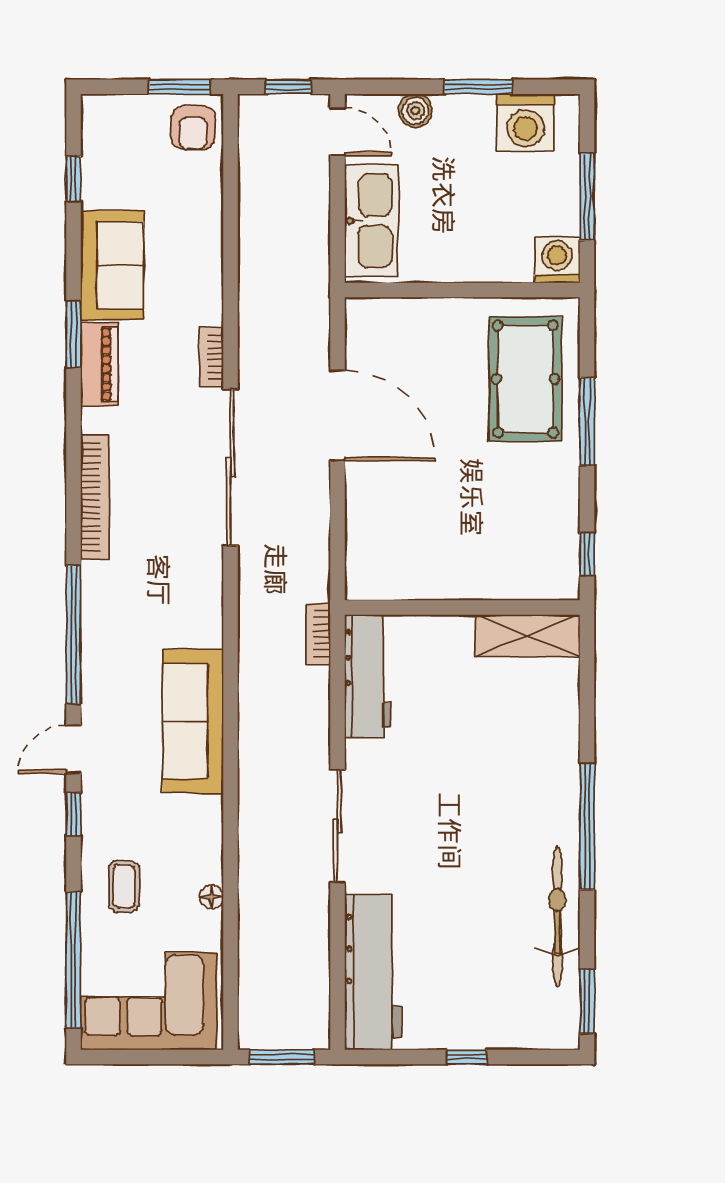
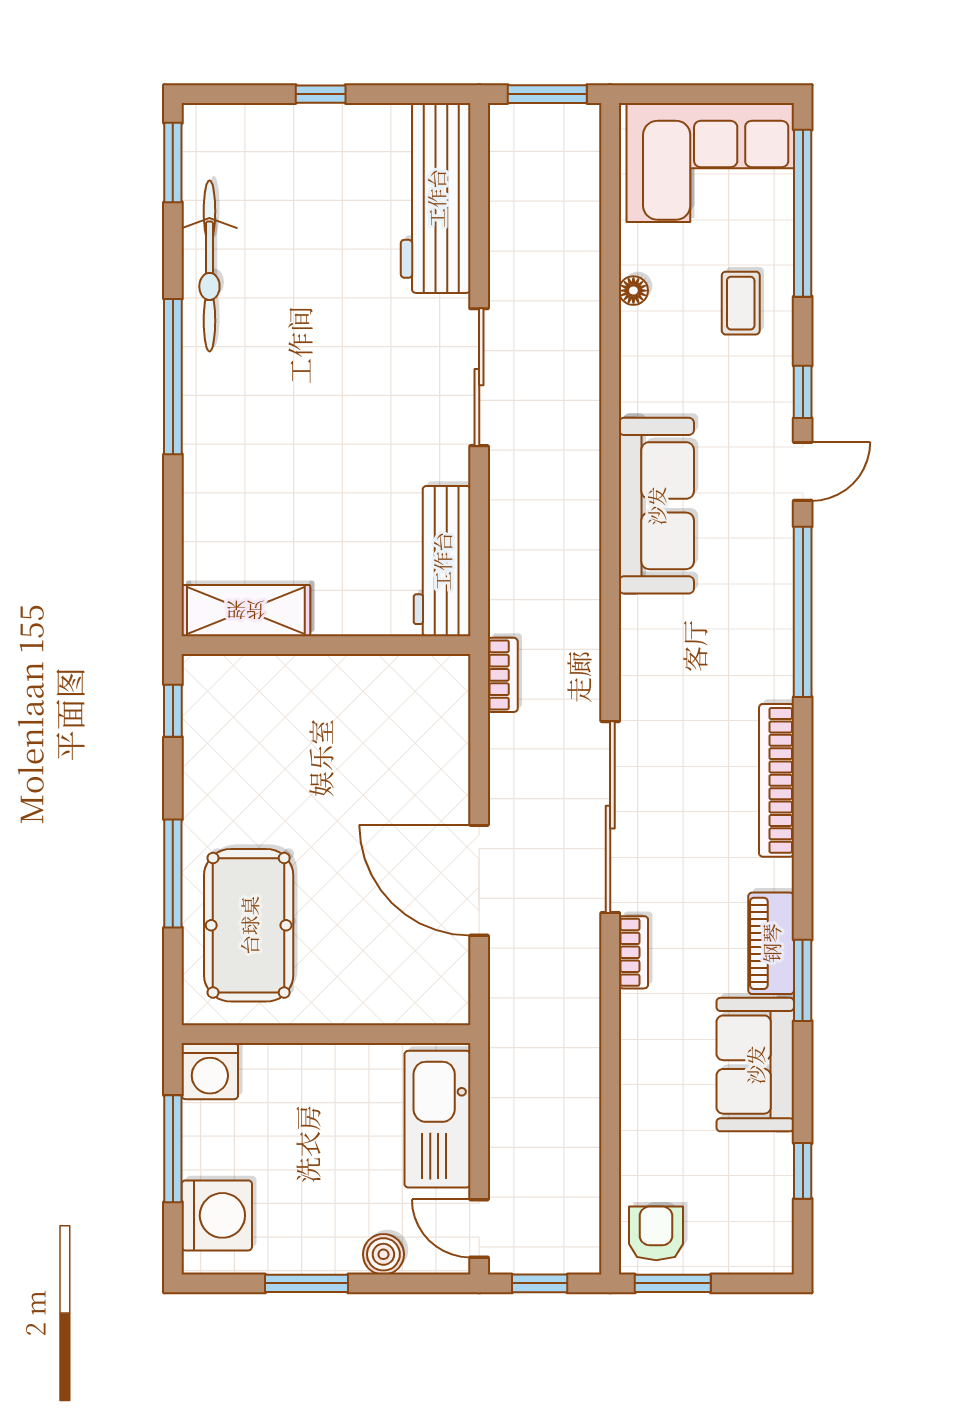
washing machine: (526, 123) -> (217, 1215), moved, turned 90
bookcase: (318, 634) -> (503, 675), moved

